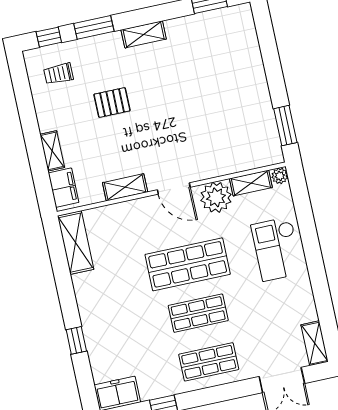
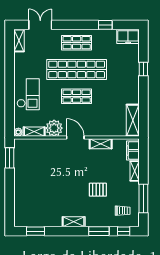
window: (25, 104) -> (143, 199), added
shop shelf: (188, 264) -> (77, 96), width x0.70, depth x0.74
shop shelf: (198, 313) -> (77, 69), width x2.00, depth x1.36

